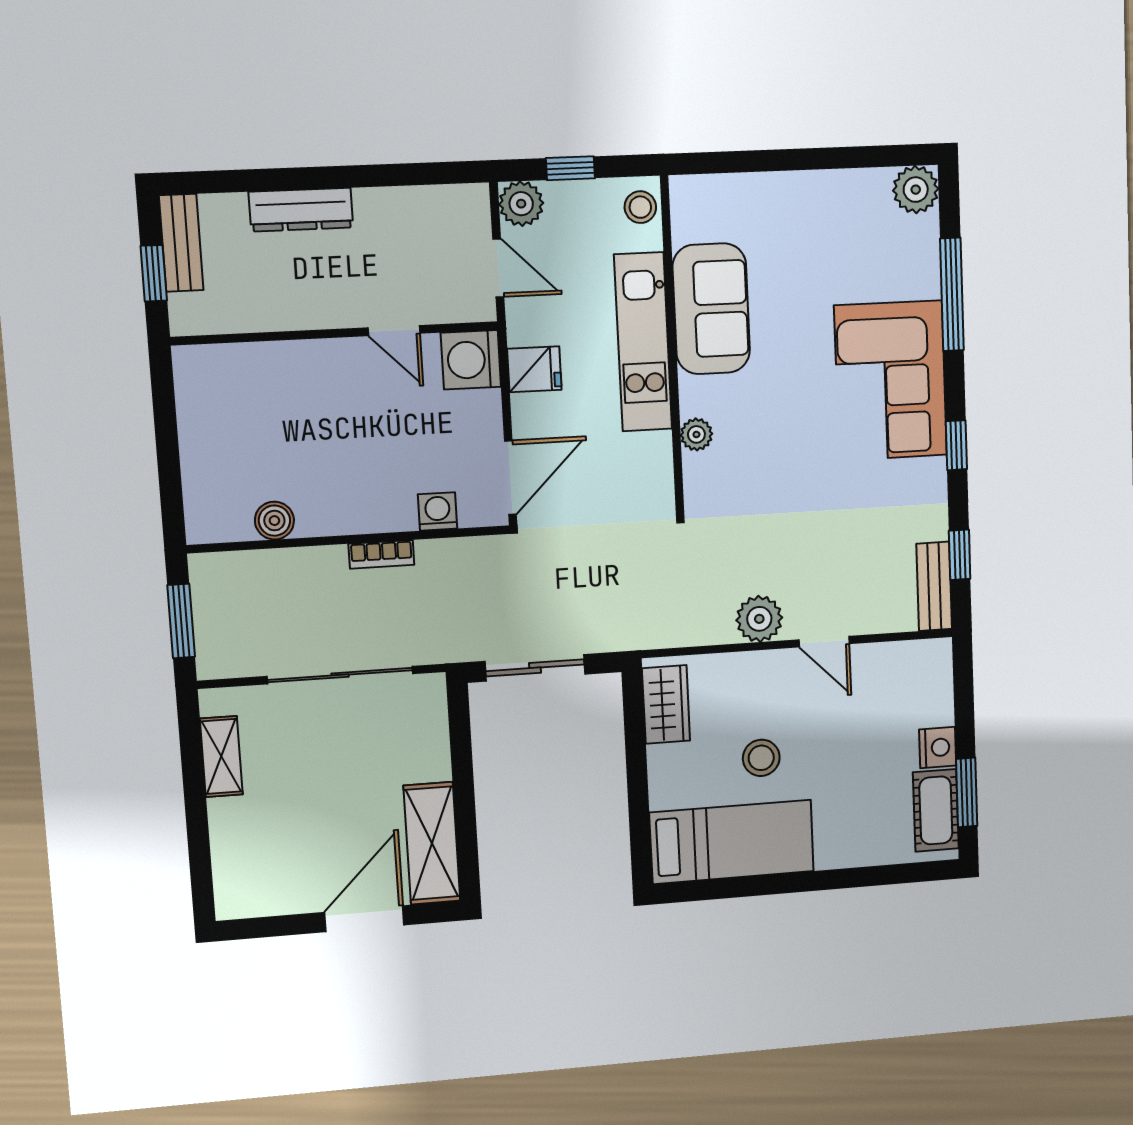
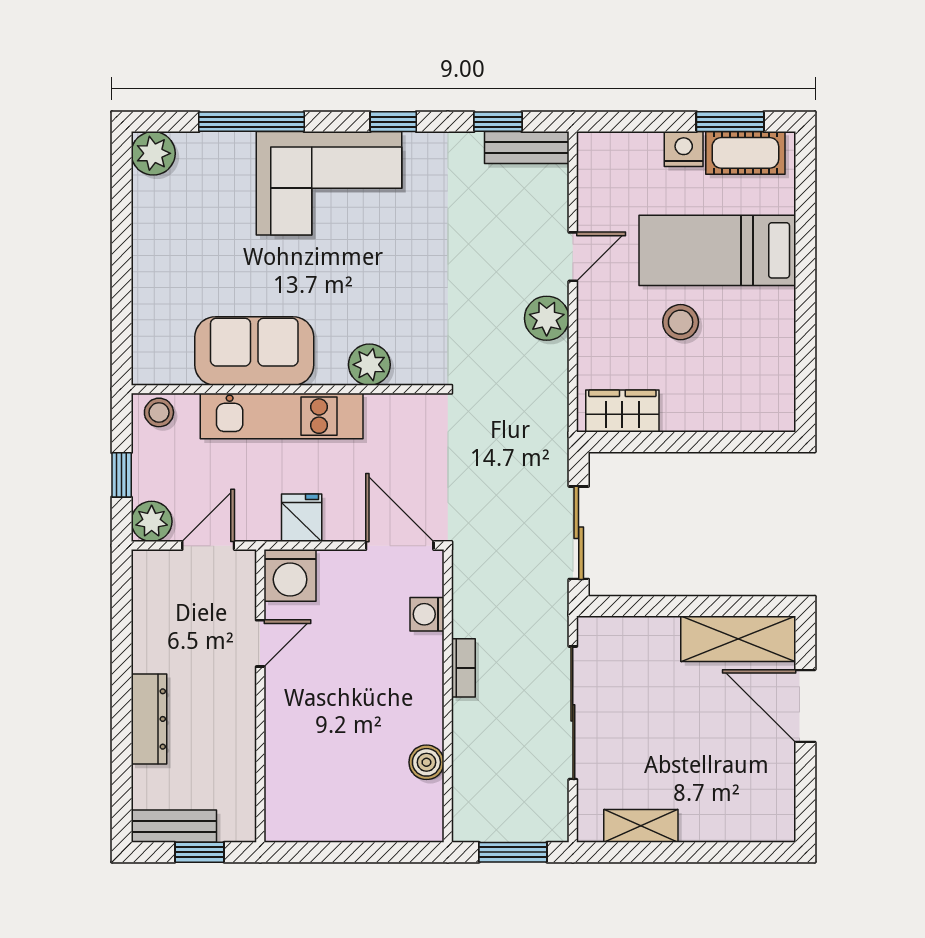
plant: (696, 434) -> (369, 365), width x1.38, depth x1.38
bed: (732, 842) -> (717, 250), moved, turned -90

